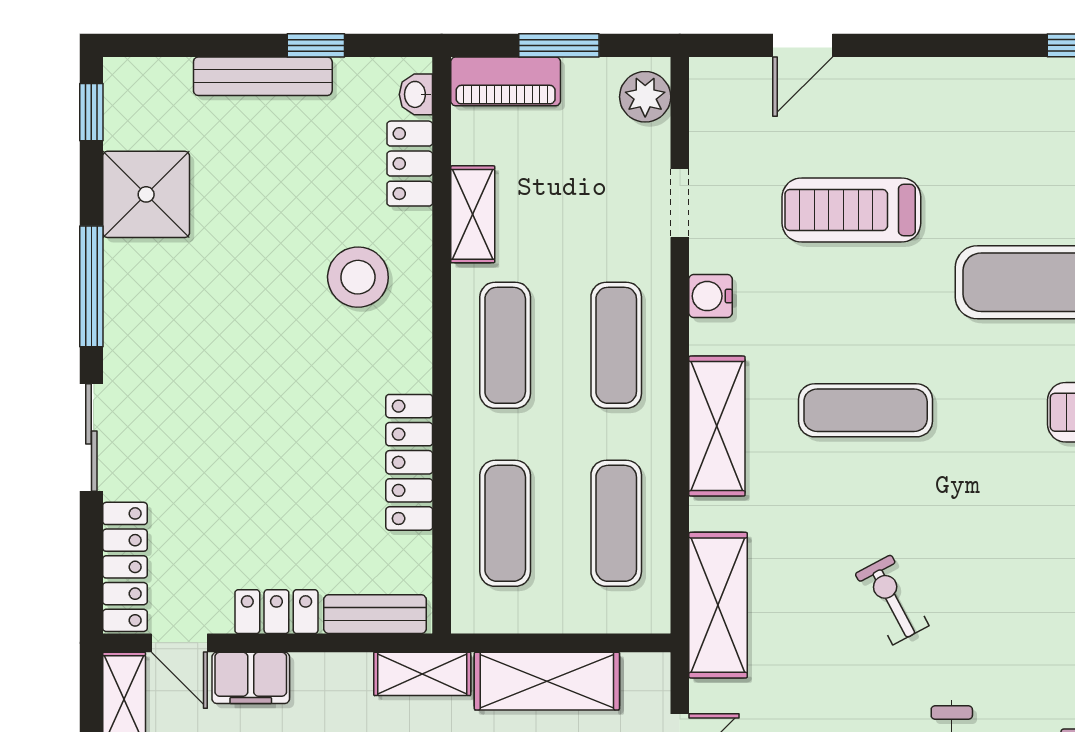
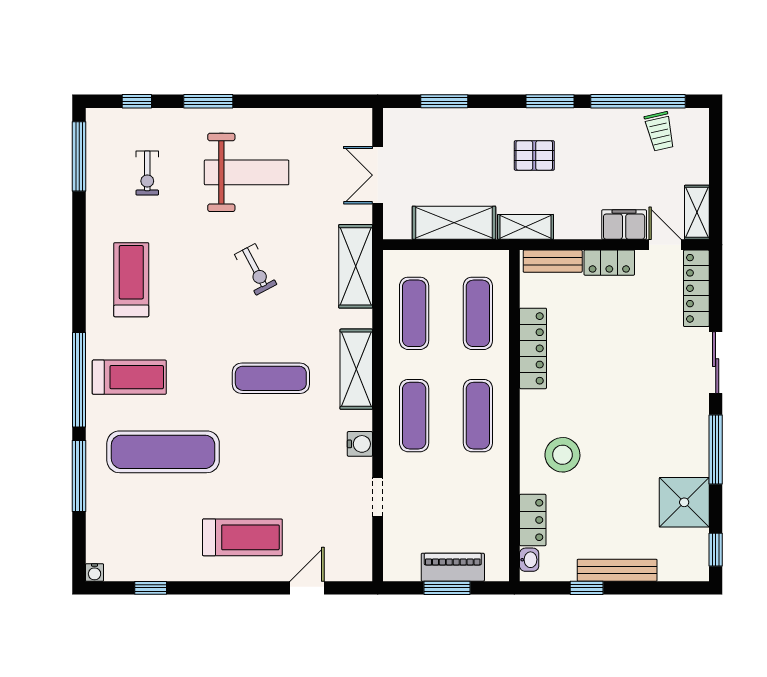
piano: (506, 81) -> (453, 567), moved
plant: (645, 97) -> (397, 558), removed
treadmill: (851, 210) -> (242, 537), moved
shelving: (473, 214) -> (497, 491), removed

